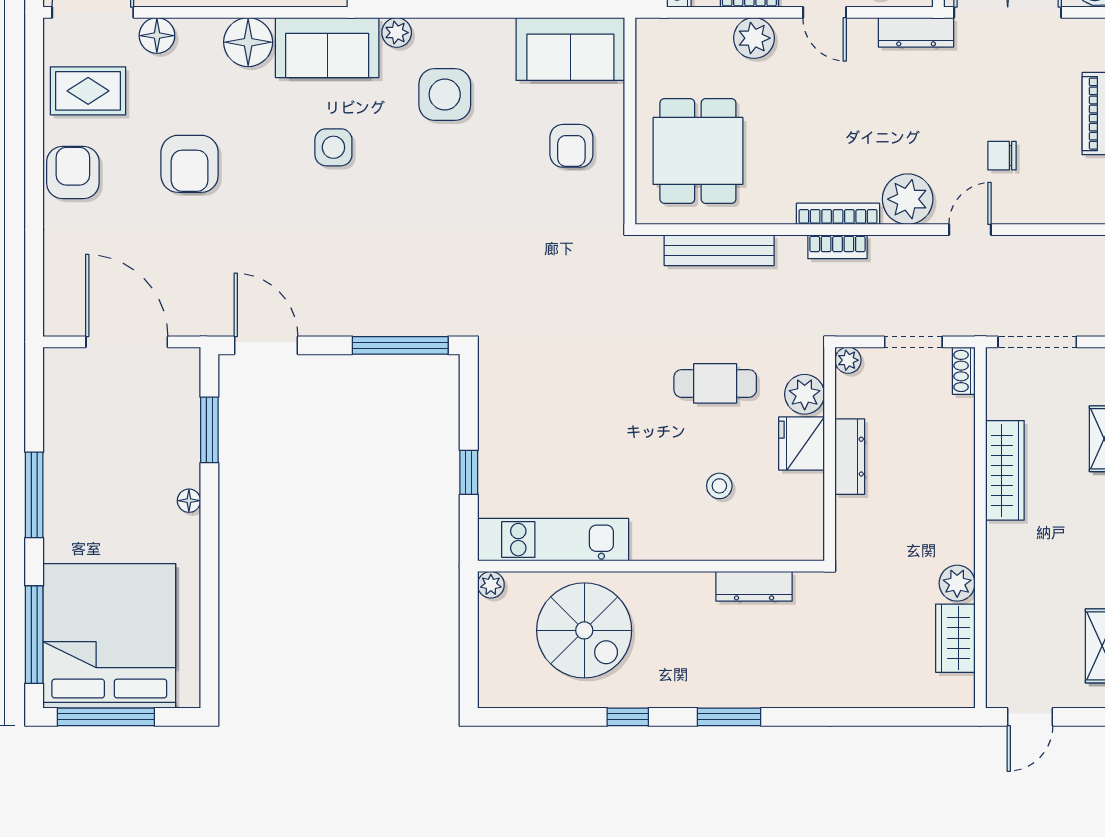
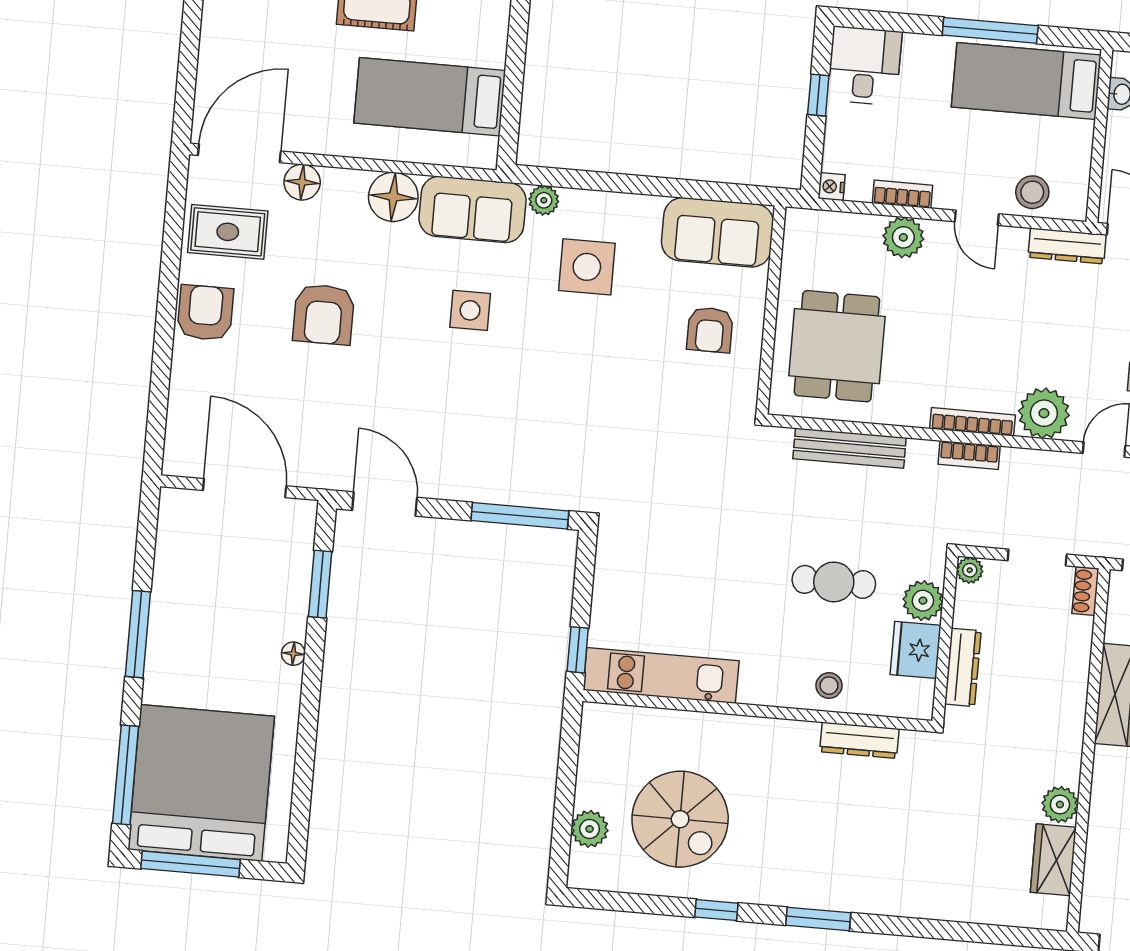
kitchen unit: (553, 540) -> (661, 675), moved
wall: (651, 566) -> (757, 711), moved
plant: (491, 585) -> (590, 829), moved, width x1.38, depth x1.38
dresser: (754, 586) -> (859, 740), moved

